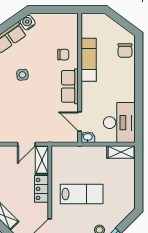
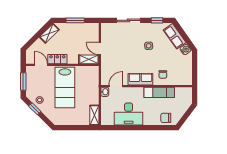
desk: (119, 123) -> (129, 114), moved
locker: (41, 189) -> (57, 59), moved
lab bench: (82, 194) -> (65, 87), width x1.36, depth x1.39

